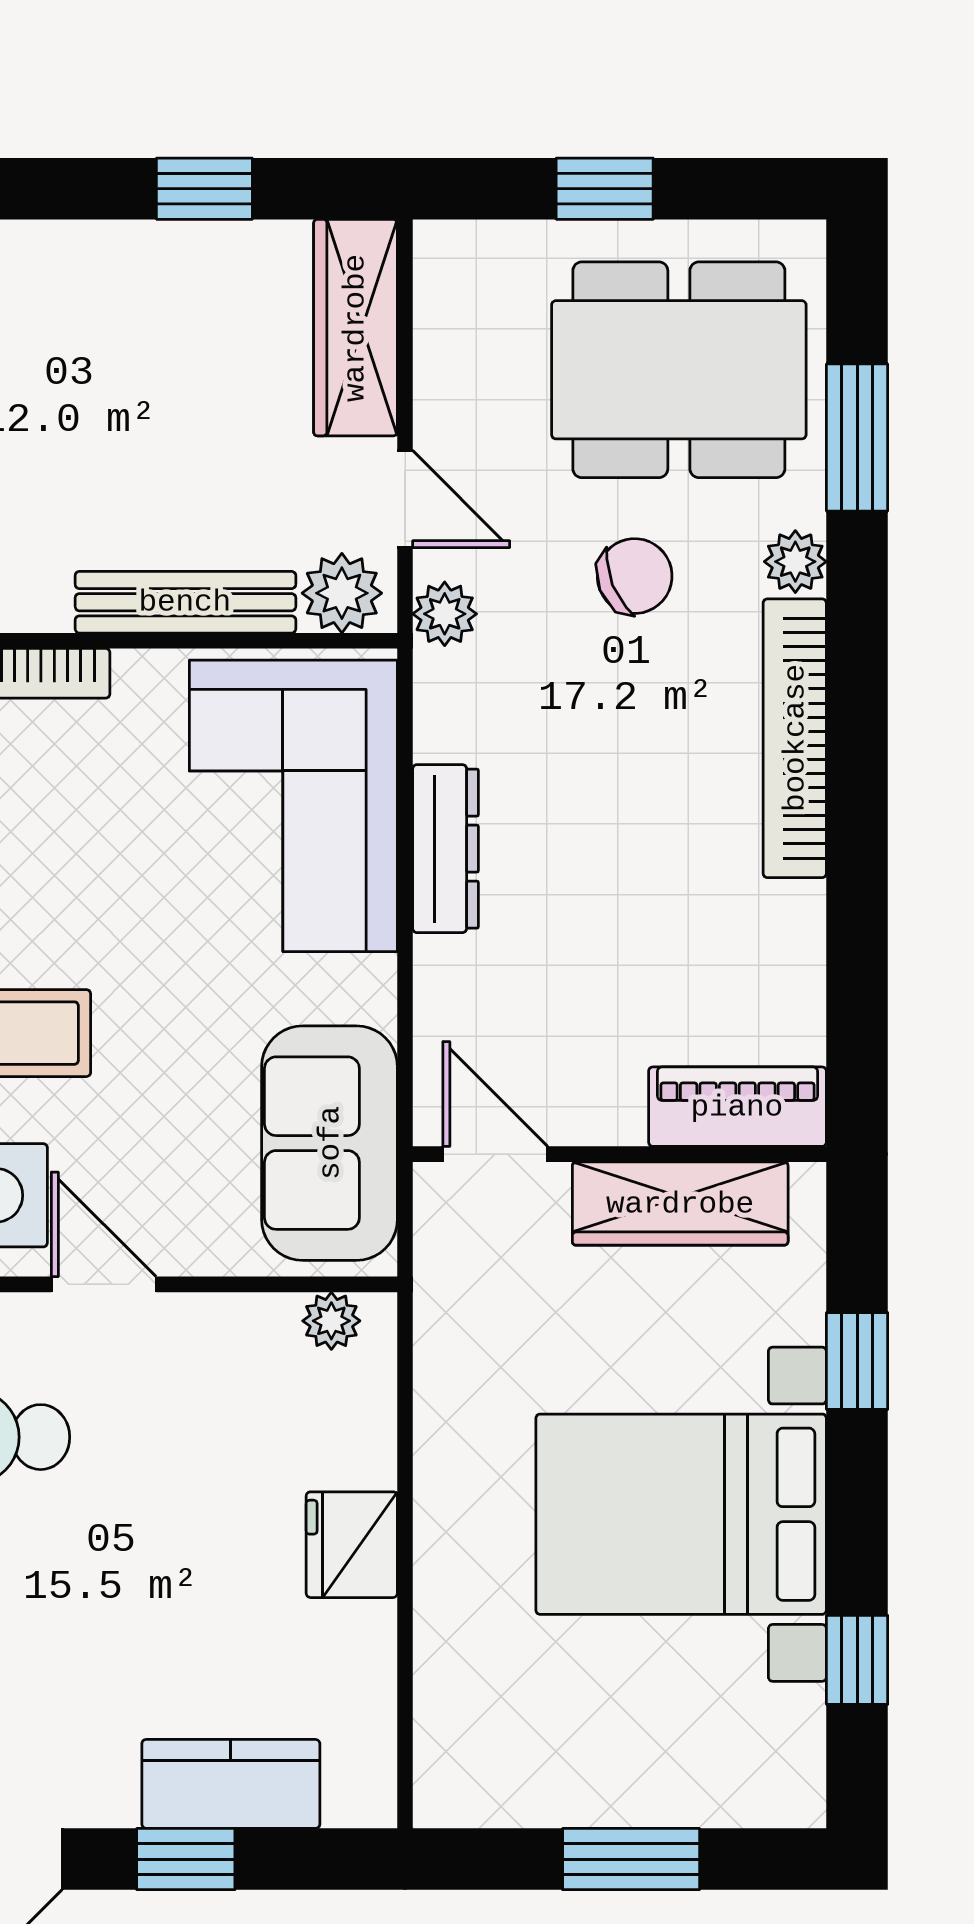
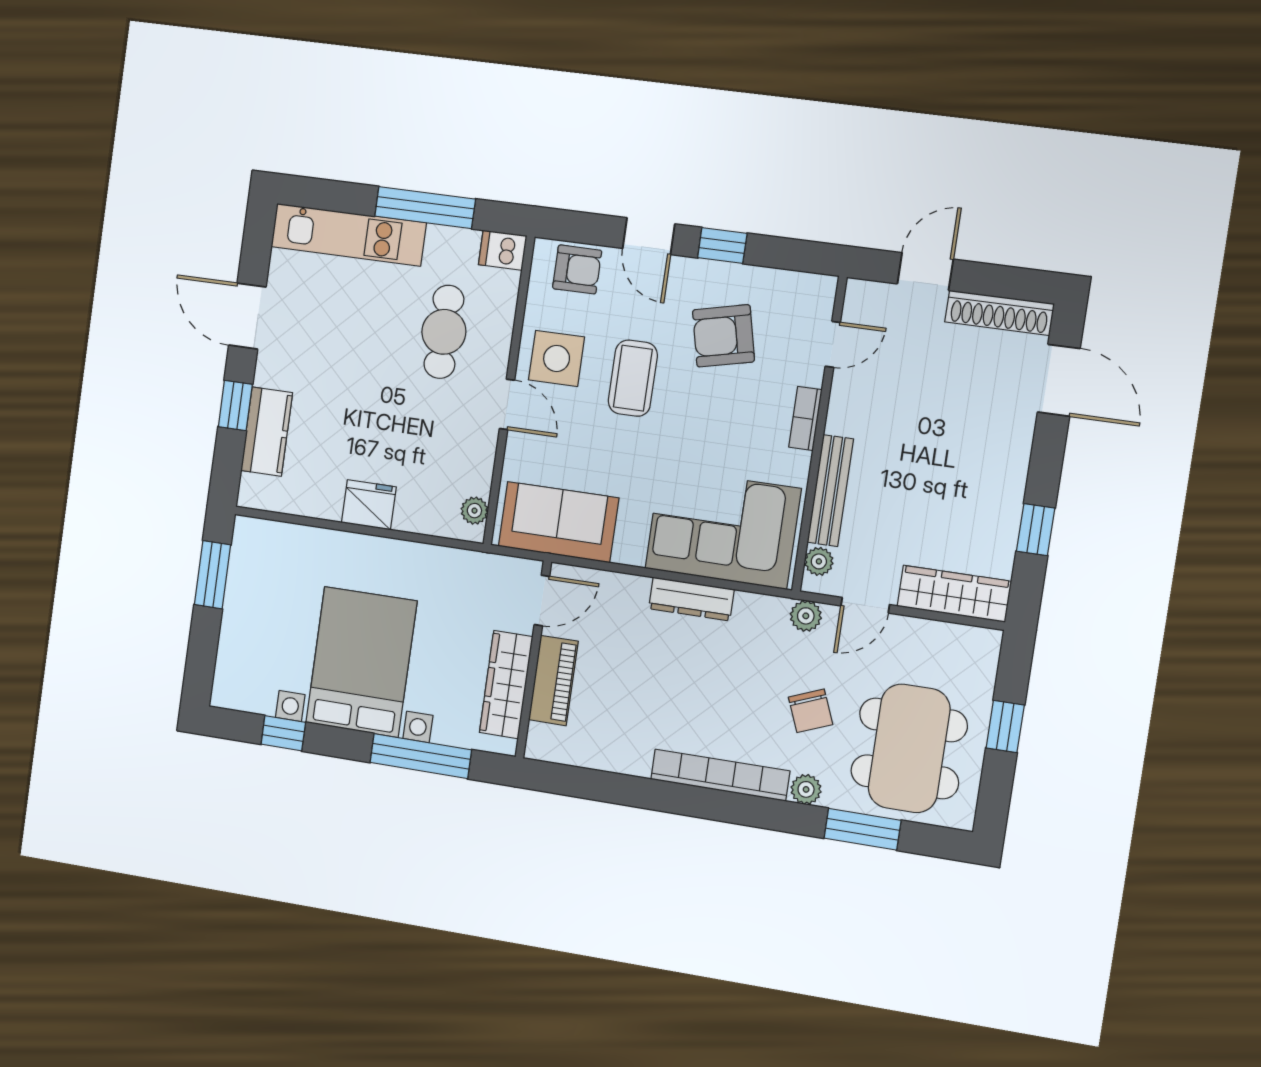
plant: (342, 593) -> (819, 561), width x0.73, depth x0.73
piano: (737, 1107) -> (553, 680), moved
door: (104, 1284) -> (507, 404), hinge flipped
window: (857, 1361) -> (421, 756), width x2.17
window: (631, 1859) -> (212, 575), moved

